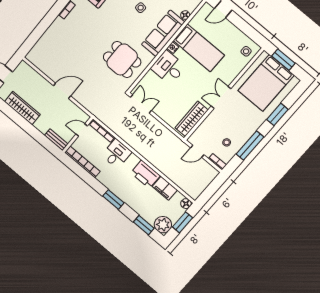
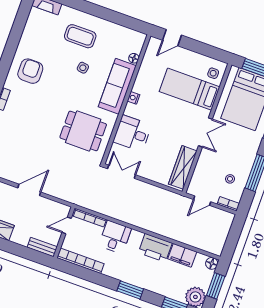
bed: (199, 48) -> (190, 89), moved, turned 180
desk: (168, 67) -> (132, 133), moved
double door: (221, 98) -> (205, 132), swing flipped

